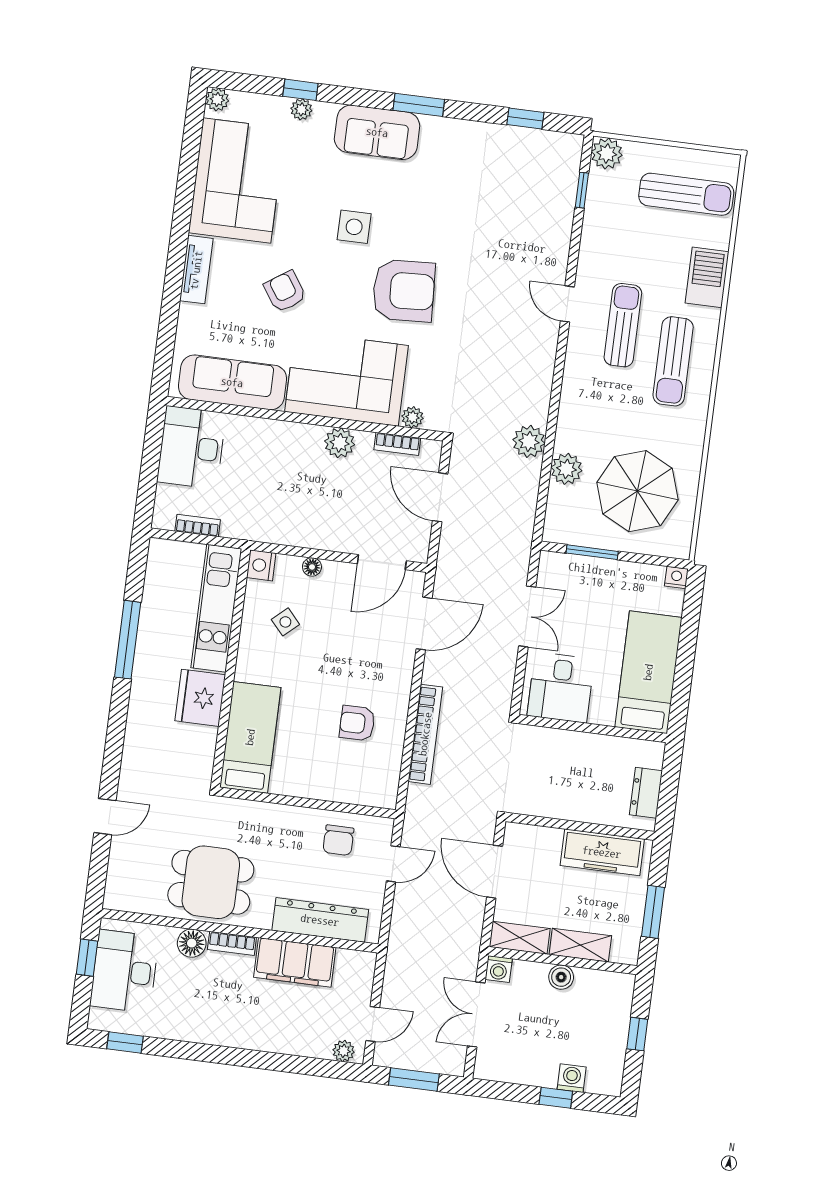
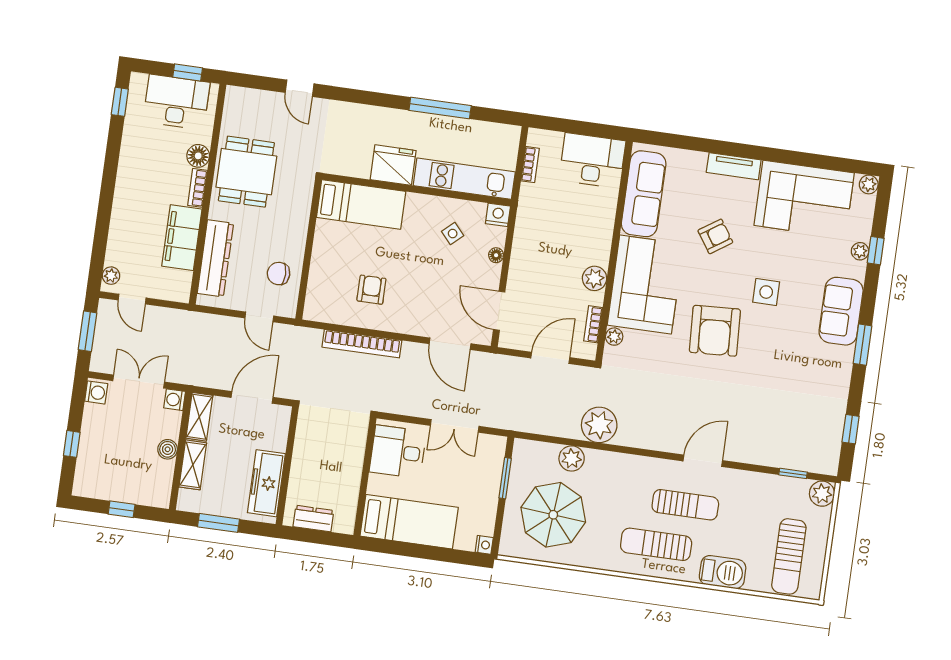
door: (567, 304) -> (703, 461), width x1.38
plant: (529, 441) -> (599, 425), width x1.36, depth x1.36
washing machine: (572, 1078) -> (96, 392), moved

